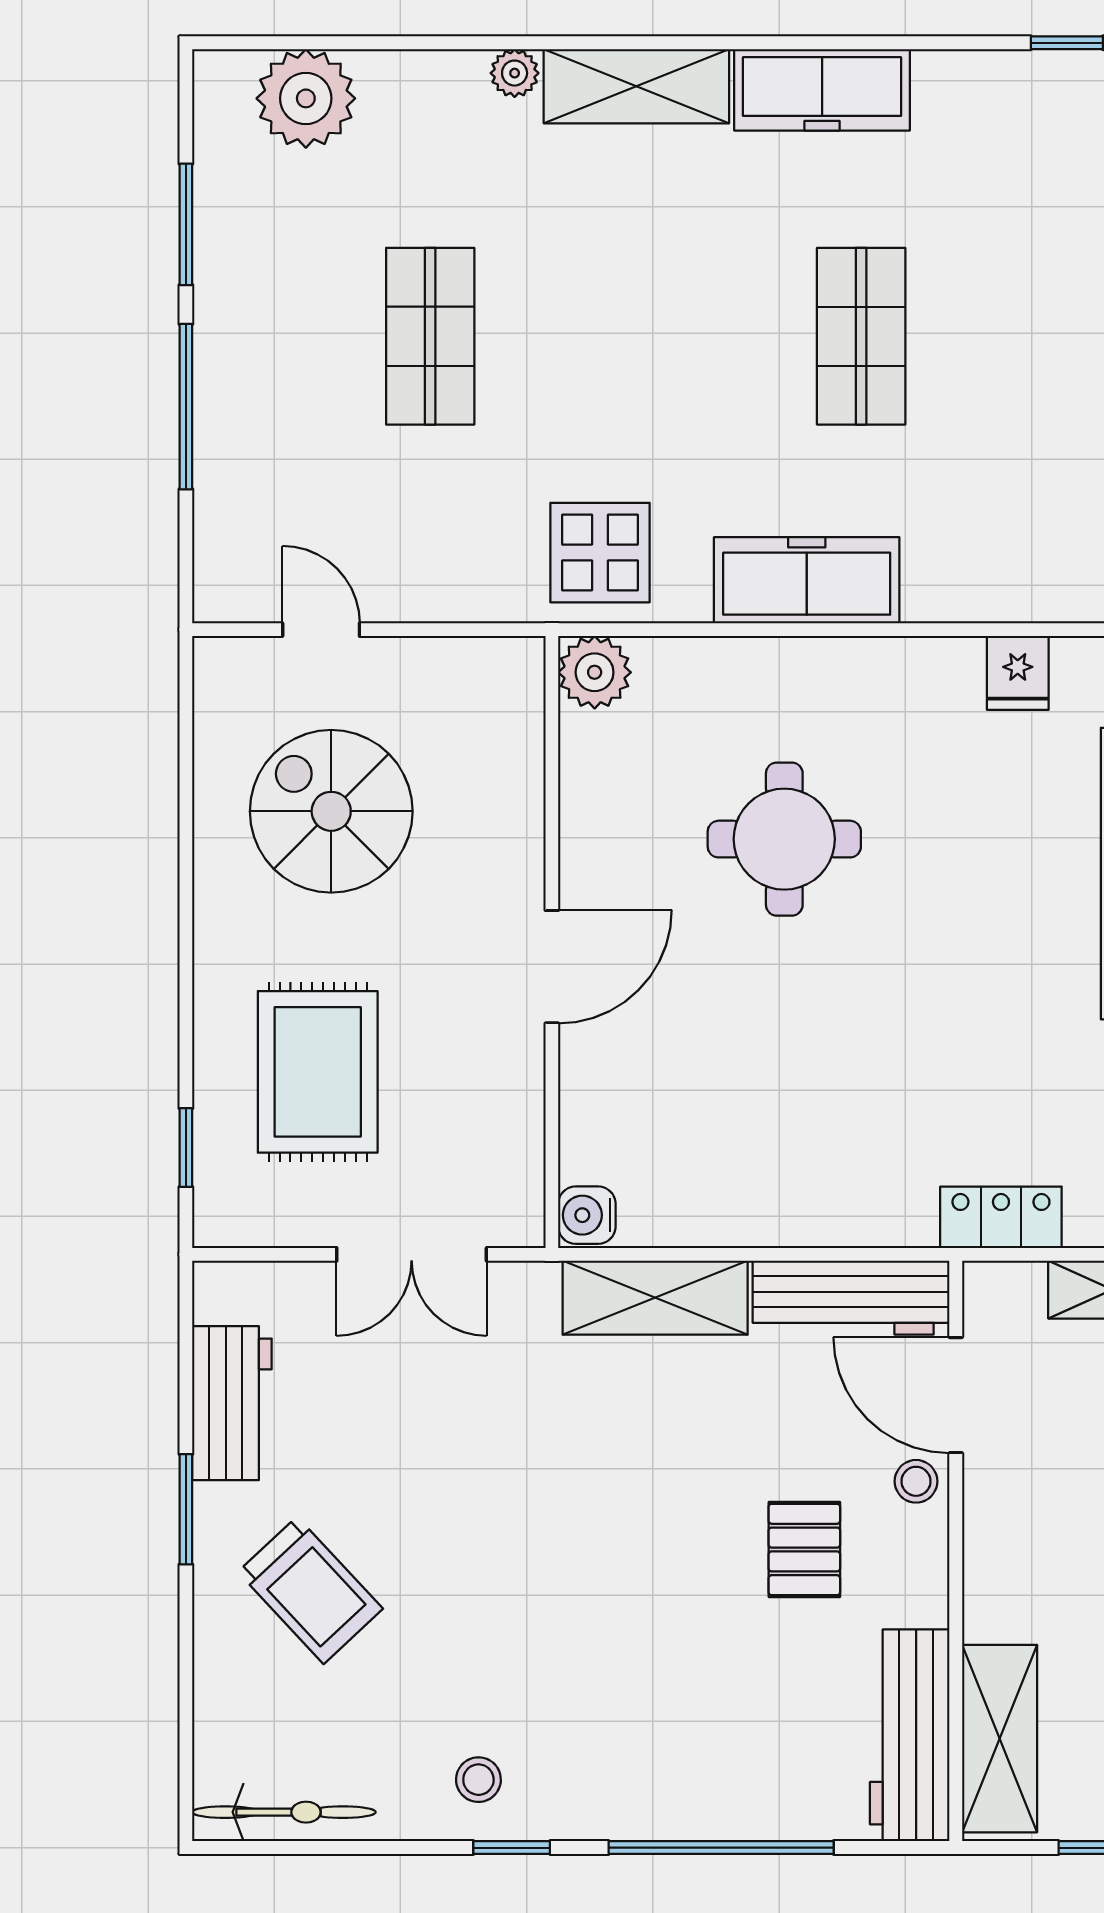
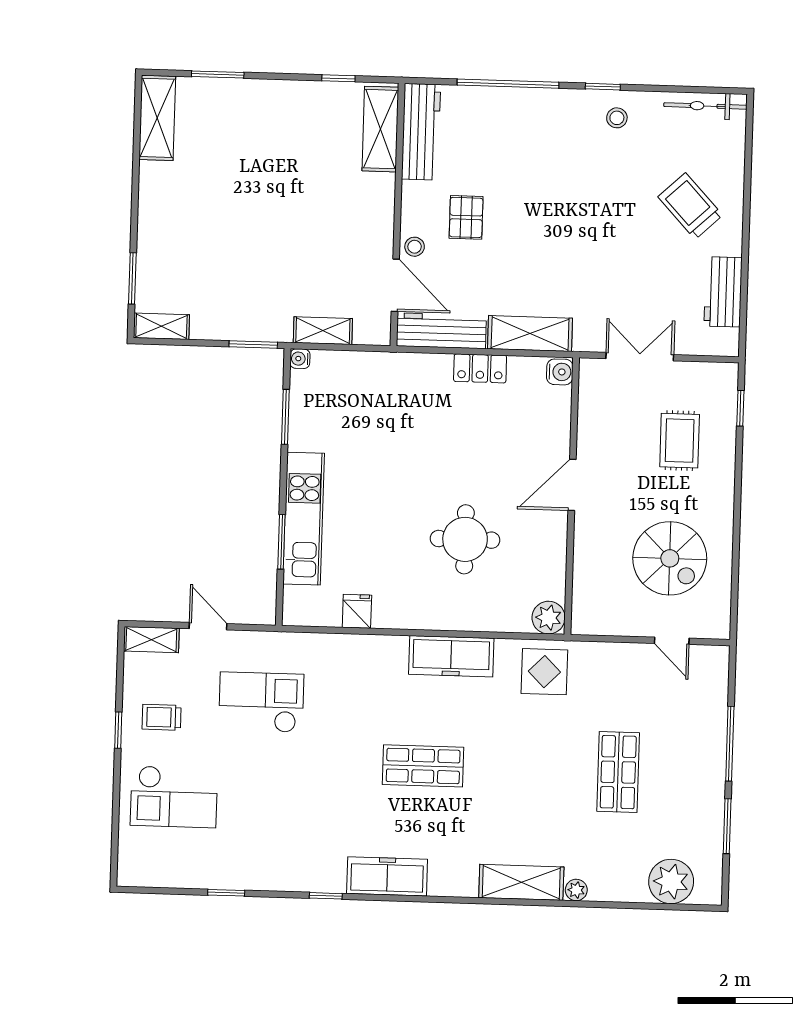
freezer: (822, 90) -> (387, 876), moved
shop shelf: (861, 336) -> (423, 766), turned 90
rug: (318, 1072) -> (680, 441), width x0.73, depth x0.70
locker: (1001, 1217) -> (480, 368), moved
window: (186, 1509) -> (745, 244), removed

